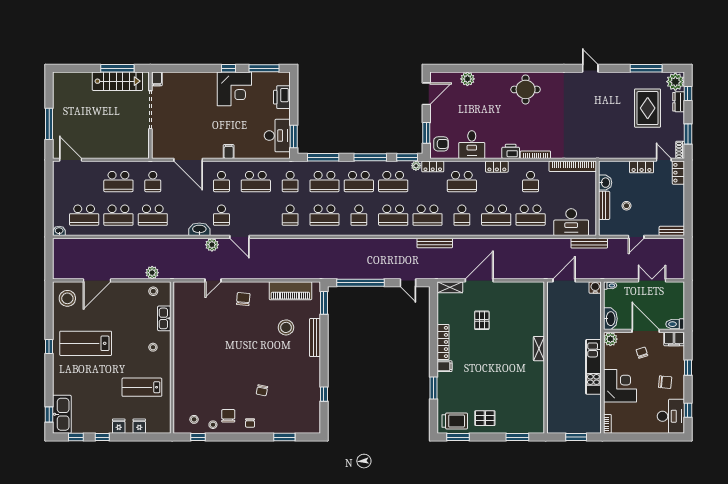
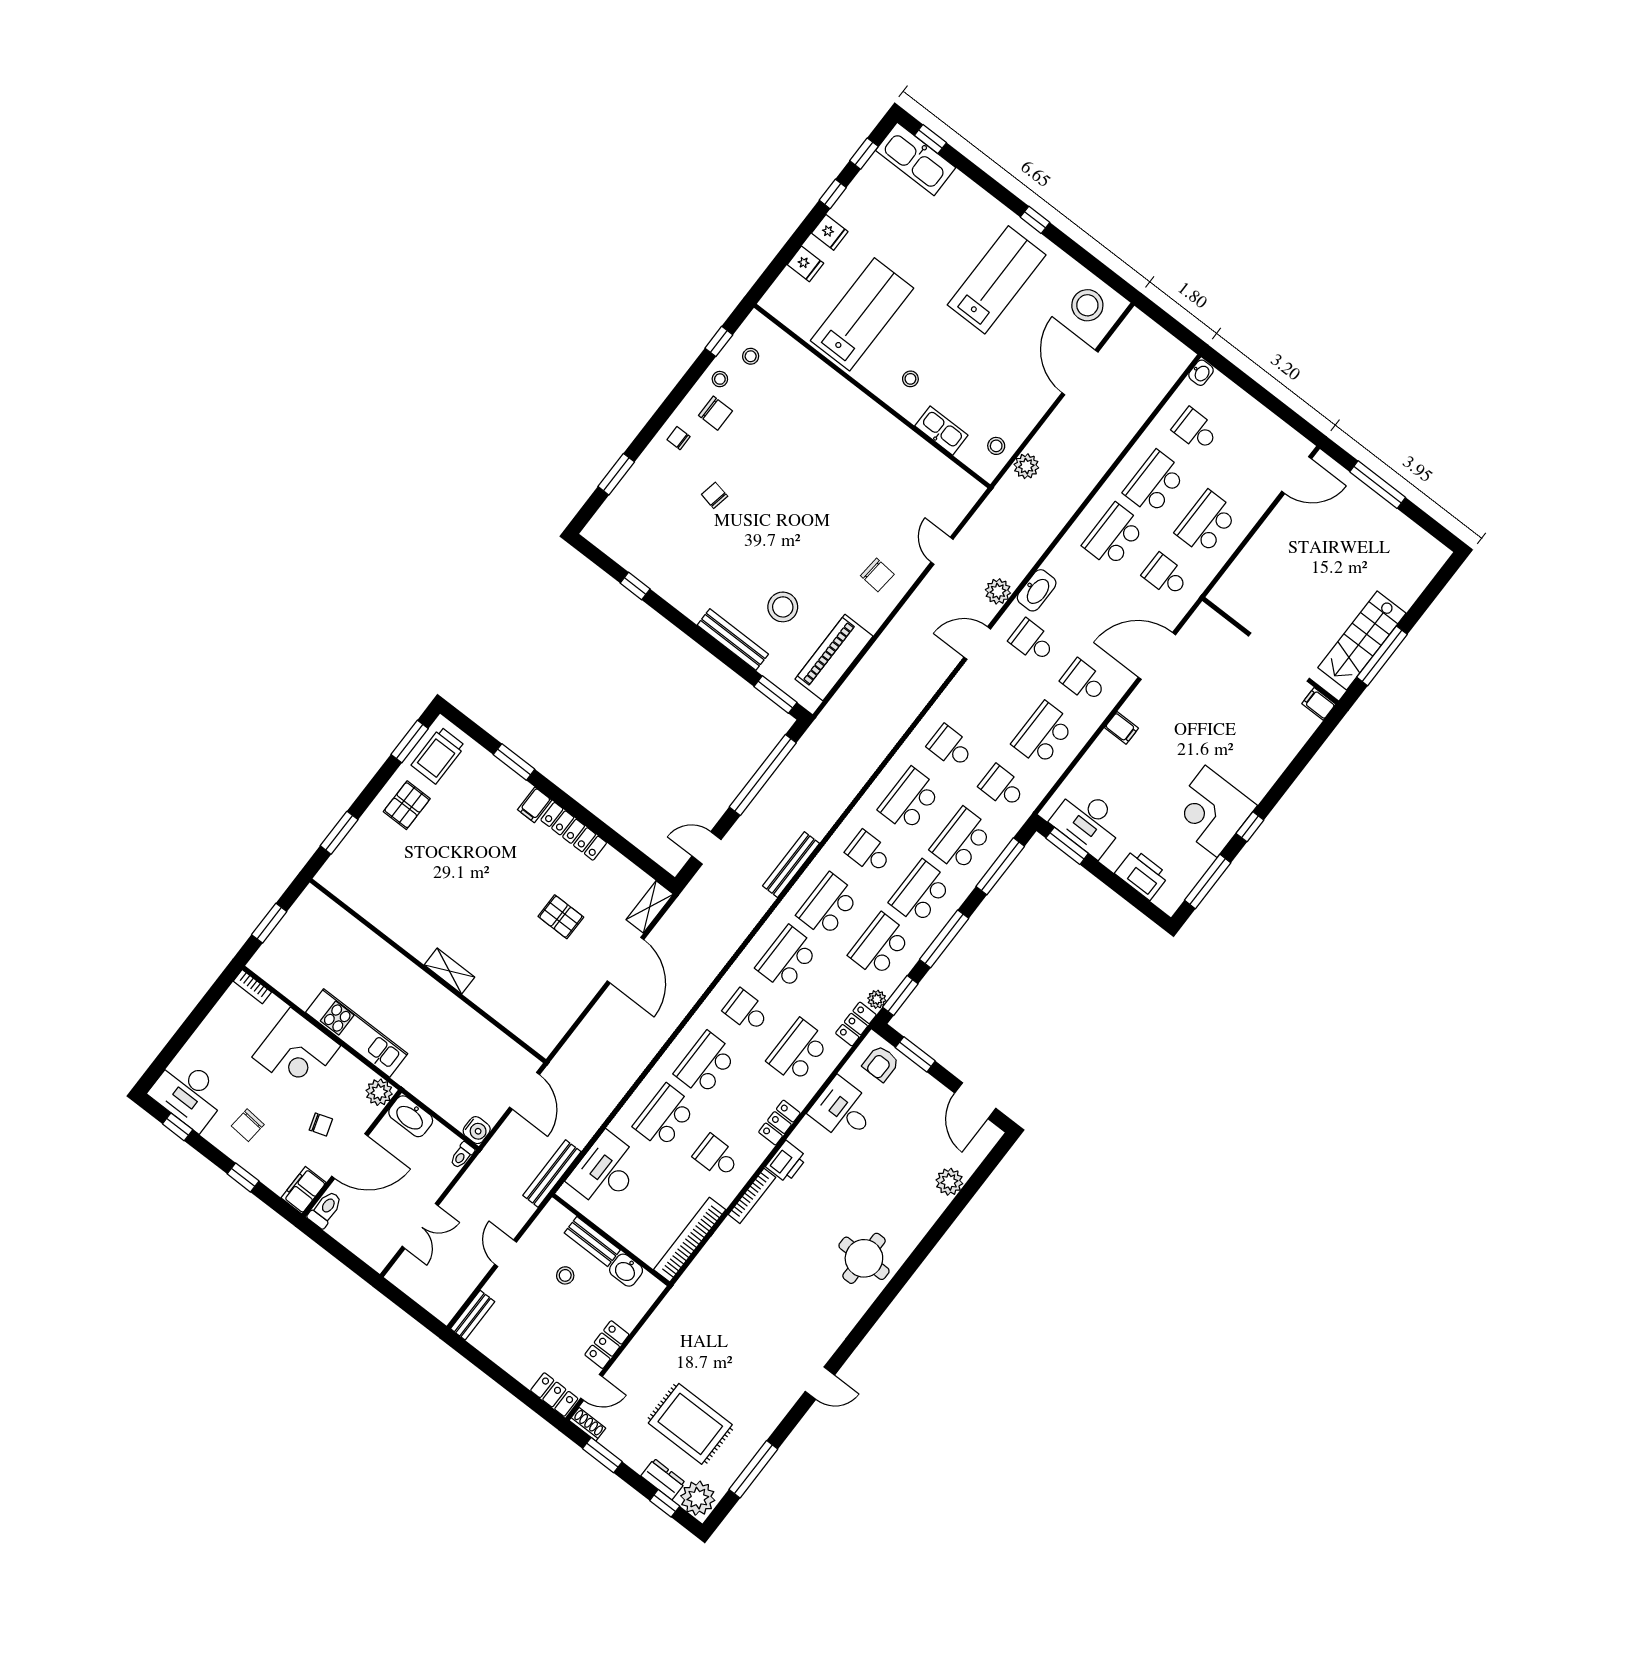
school desk: (84, 215) -> (1195, 430), width x0.54
bench: (435, 243) -> (791, 865), moved
lab bench: (142, 387) -> (862, 314), width x1.36, depth x1.39

